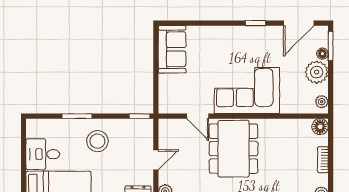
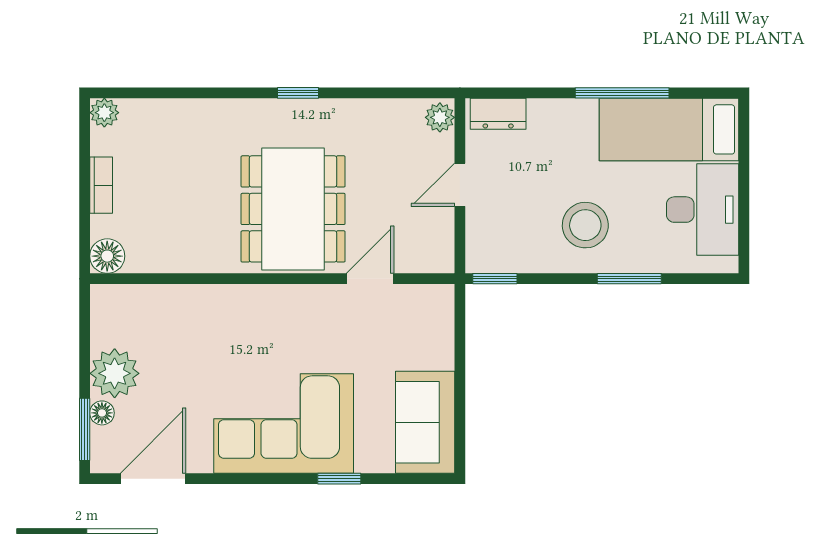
window: (256, 23) -> (339, 479), moved
corner sofa: (247, 90) -> (284, 424), moved, turned 180
plant: (322, 102) -> (104, 310), removed
door: (198, 116) -> (370, 279), hinge flipped
desk: (43, 154) -> (703, 210), width x1.37

